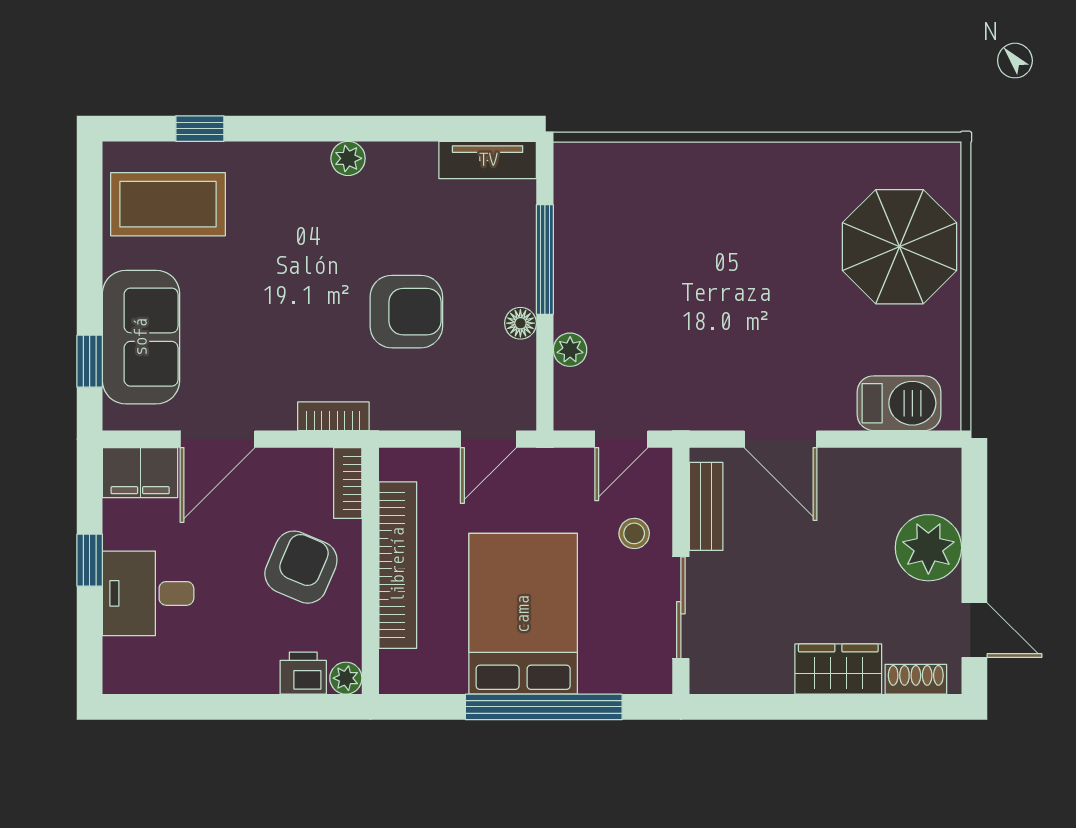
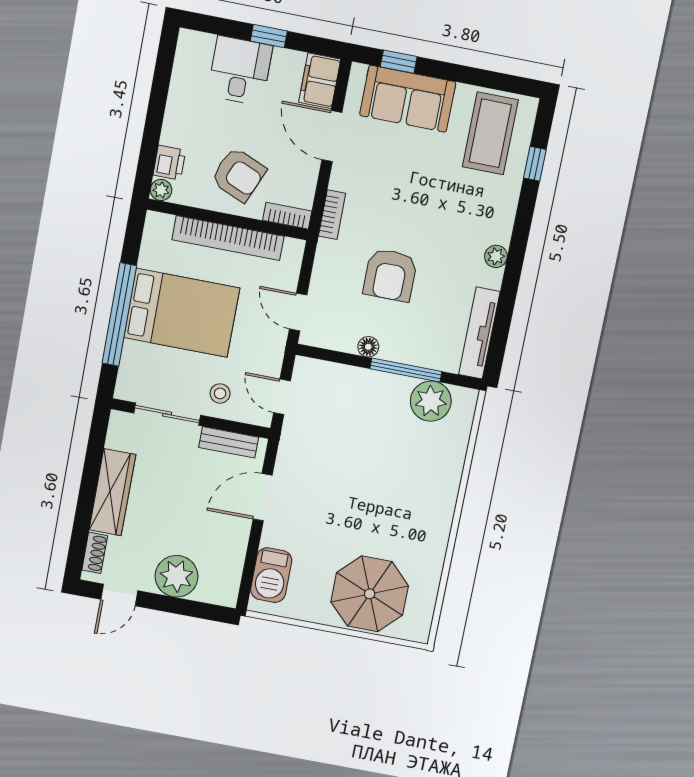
tv unit: (488, 160) -> (479, 333), width x1.41
plant: (570, 350) -> (431, 401), moved, width x1.87, depth x1.87
wardrobe: (838, 669) -> (112, 492), width x1.50

